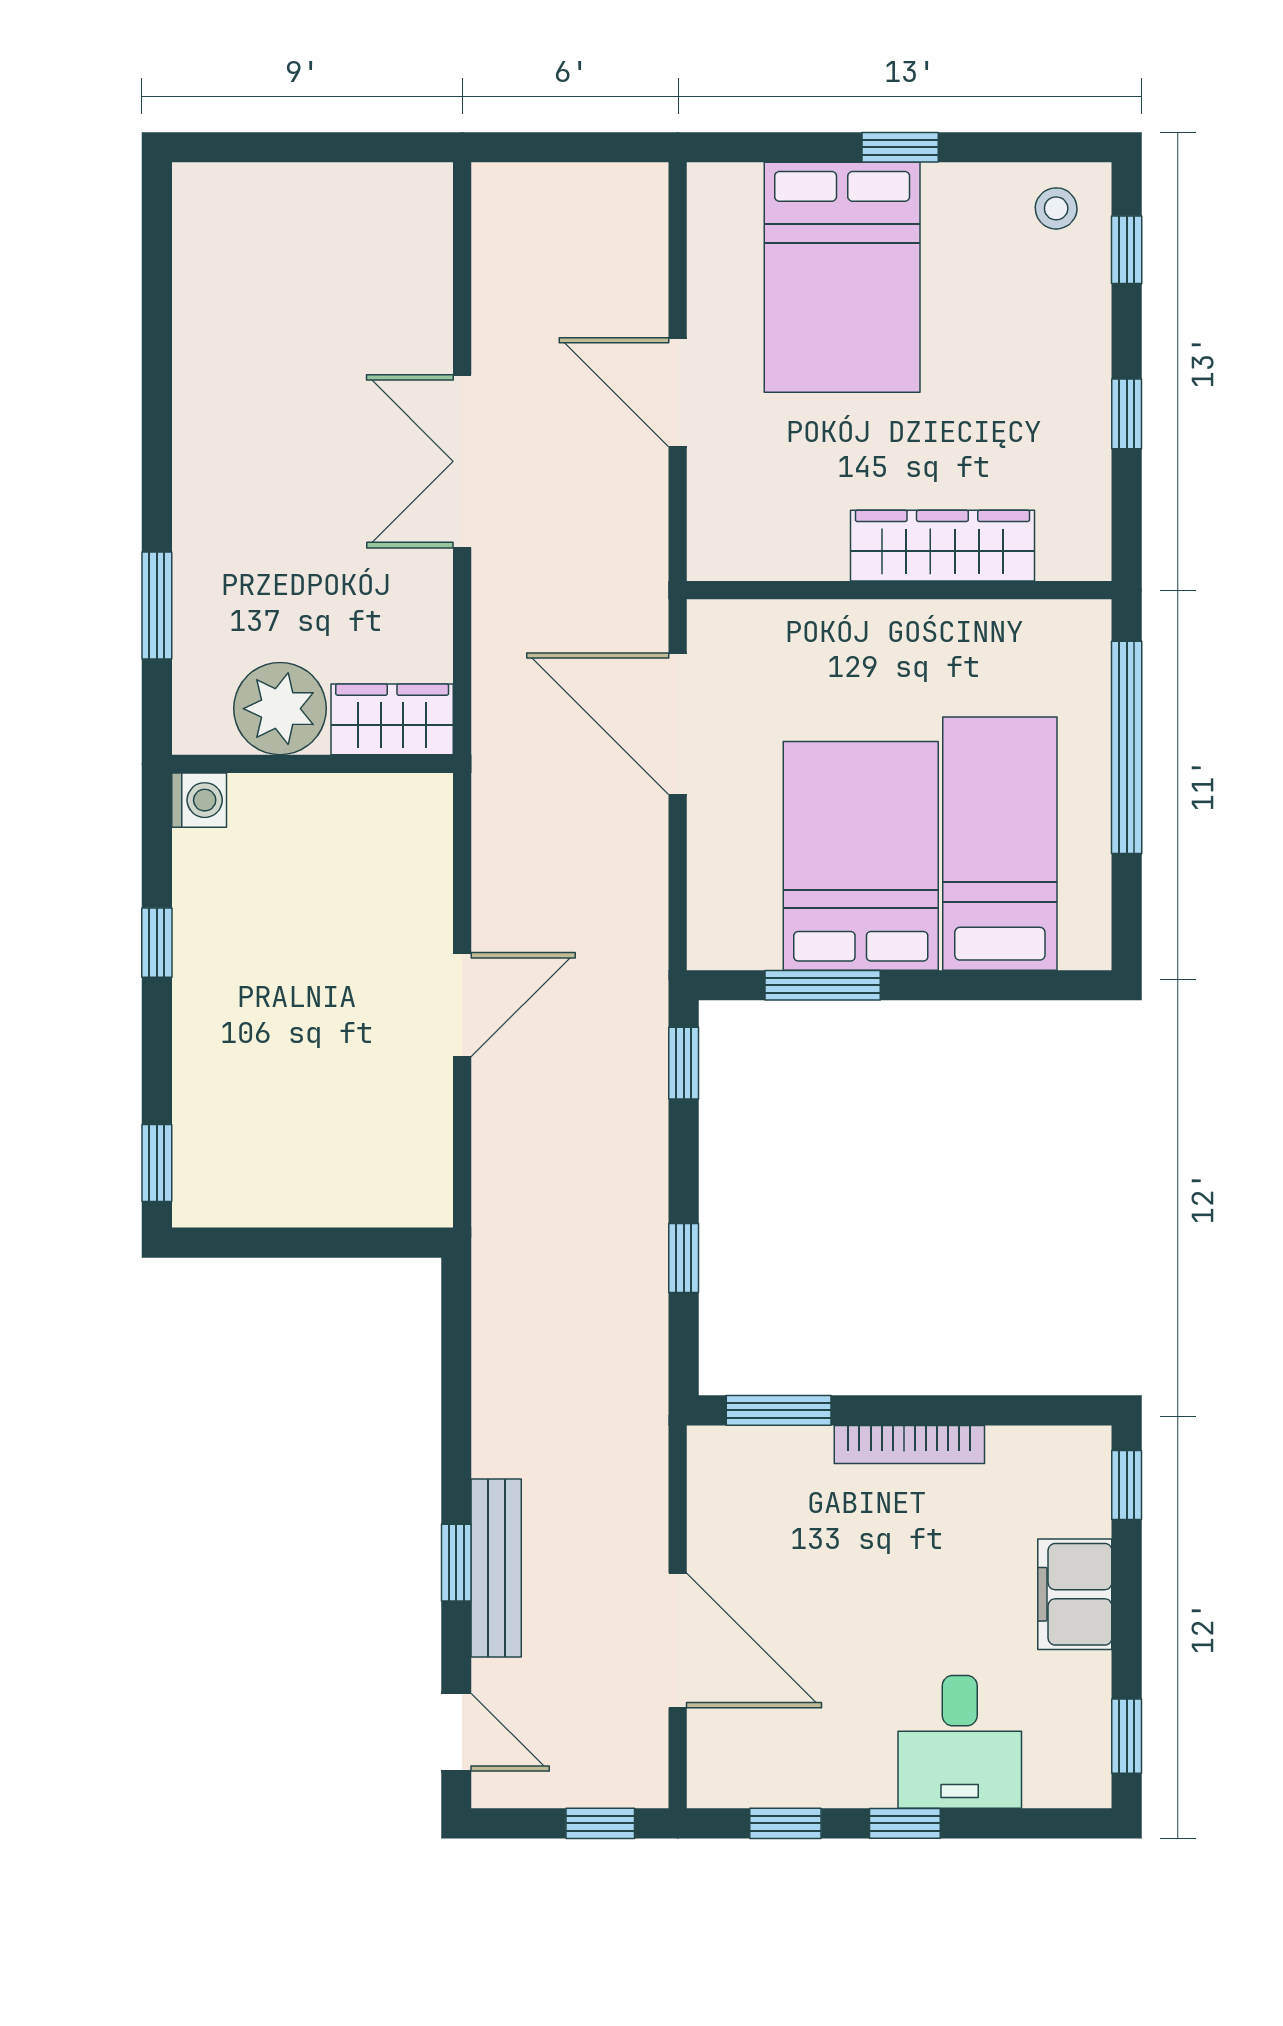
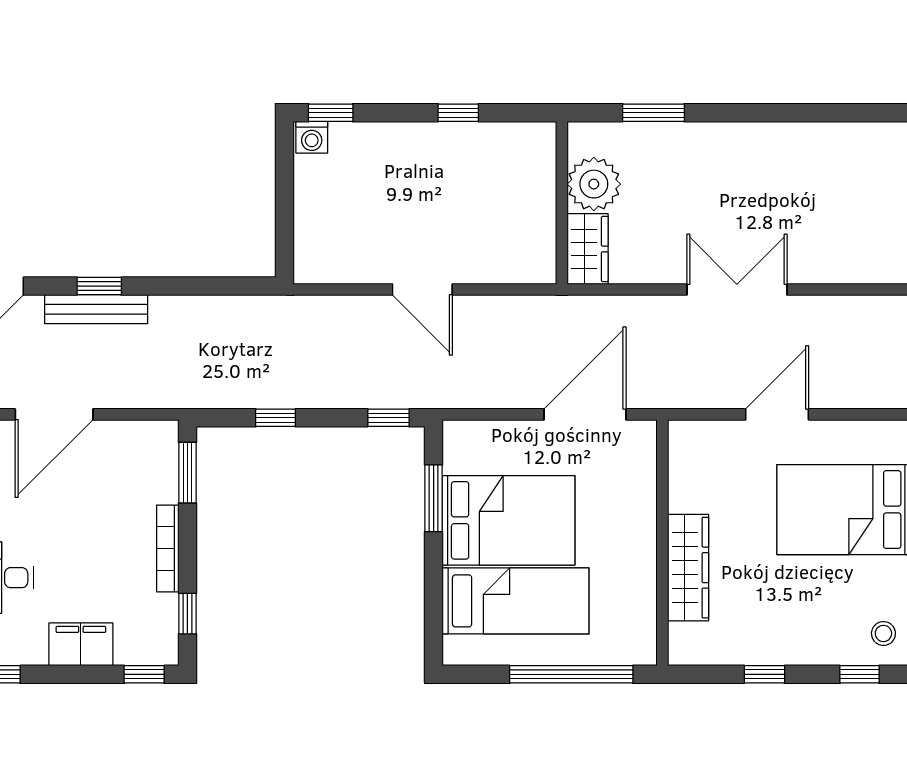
washing machine: (199, 800) -> (312, 137), moved
window: (1022, 1410) -> (187, 614), added

